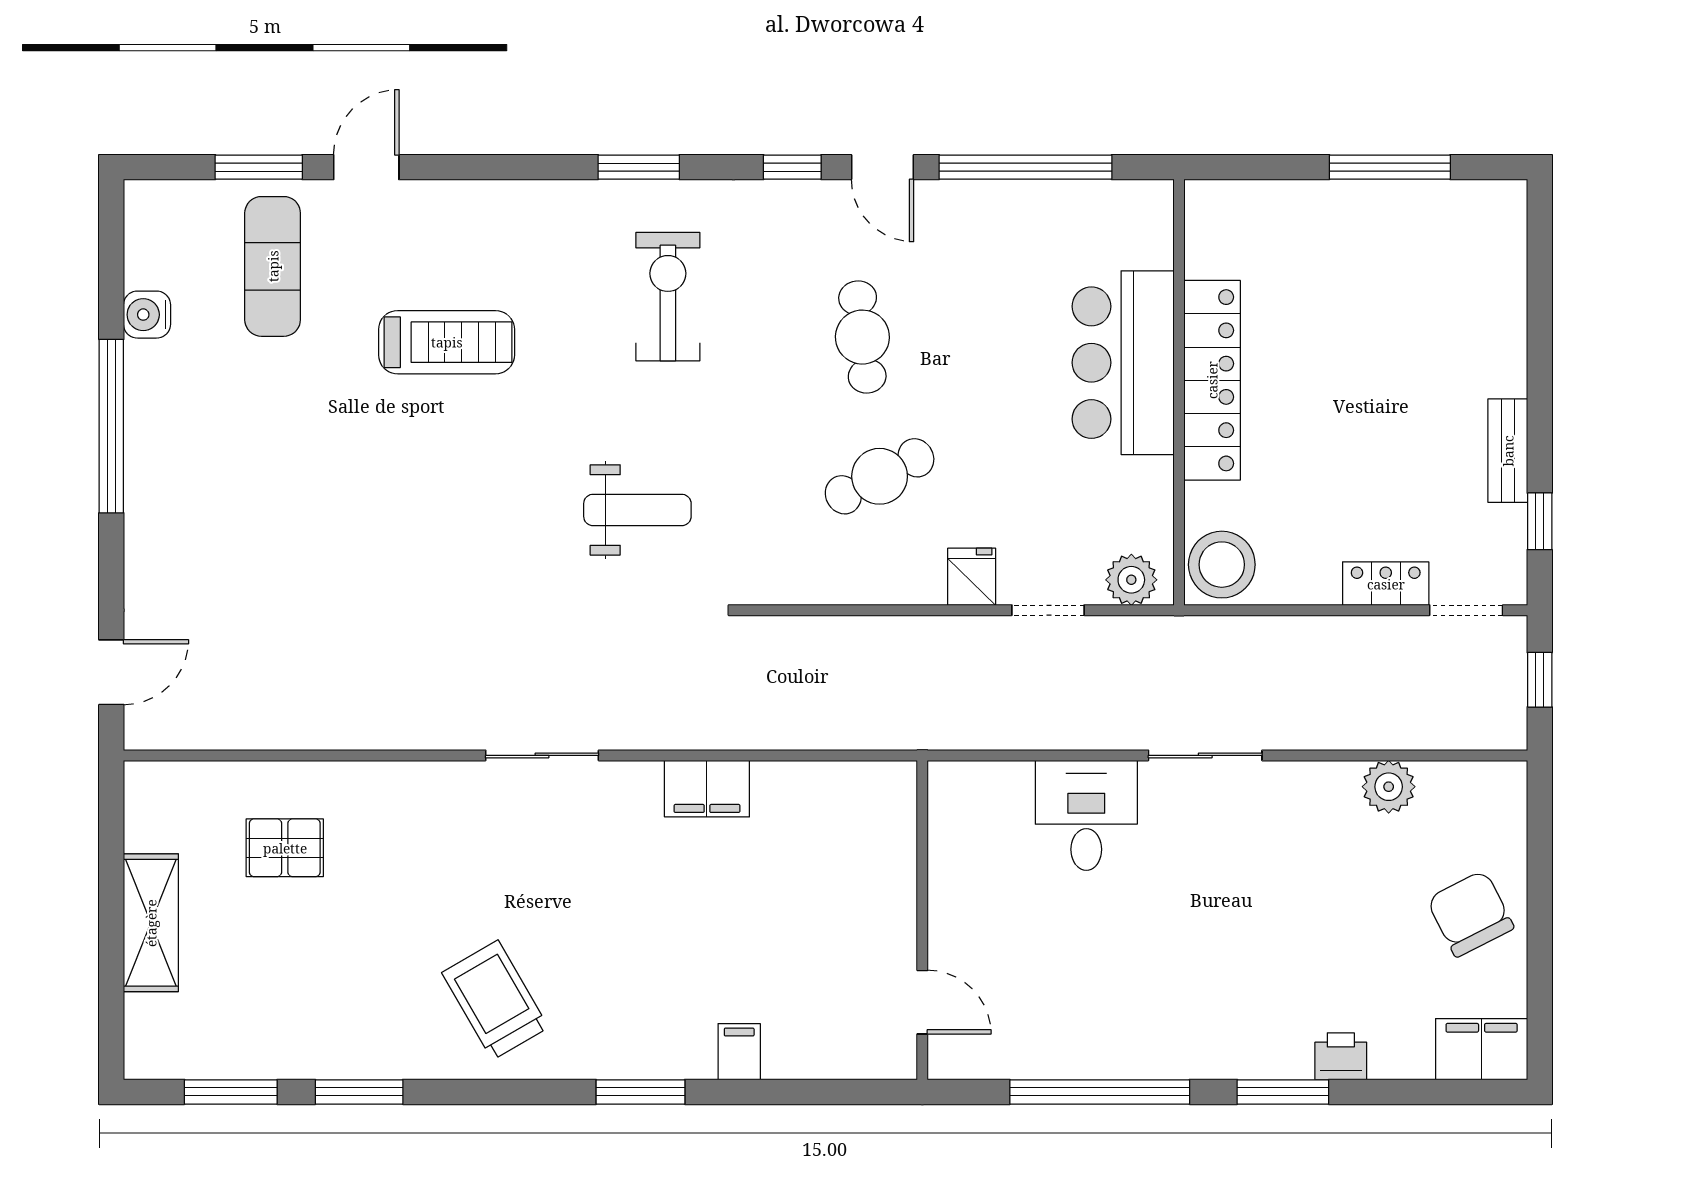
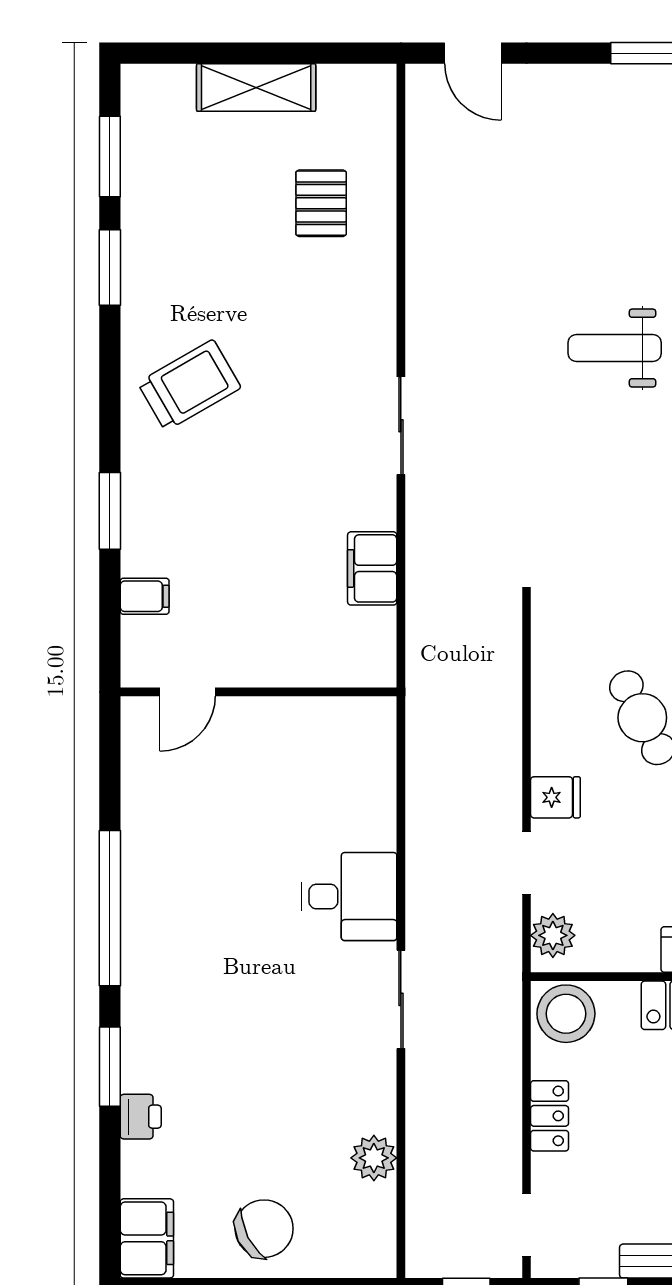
weight bench: (637, 510) -> (615, 348), moved, turned 90
locker: (1386, 584) -> (550, 1116), moved
wall: (922, 920) -> (259, 692), moved
door: (922, 1002) -> (188, 692), moved

